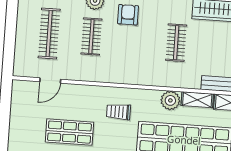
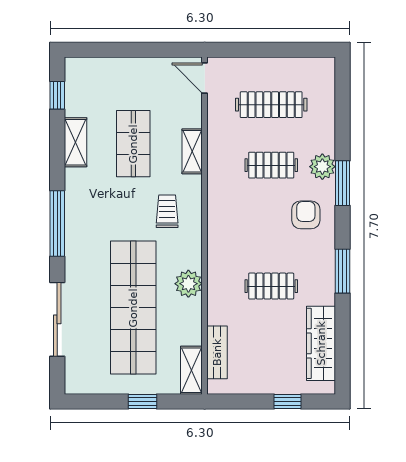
armchair: (128, 15) -> (306, 215), turned -90
door: (50, 80) -> (205, 78), moved
shelving: (197, 100) -> (192, 151), moved

